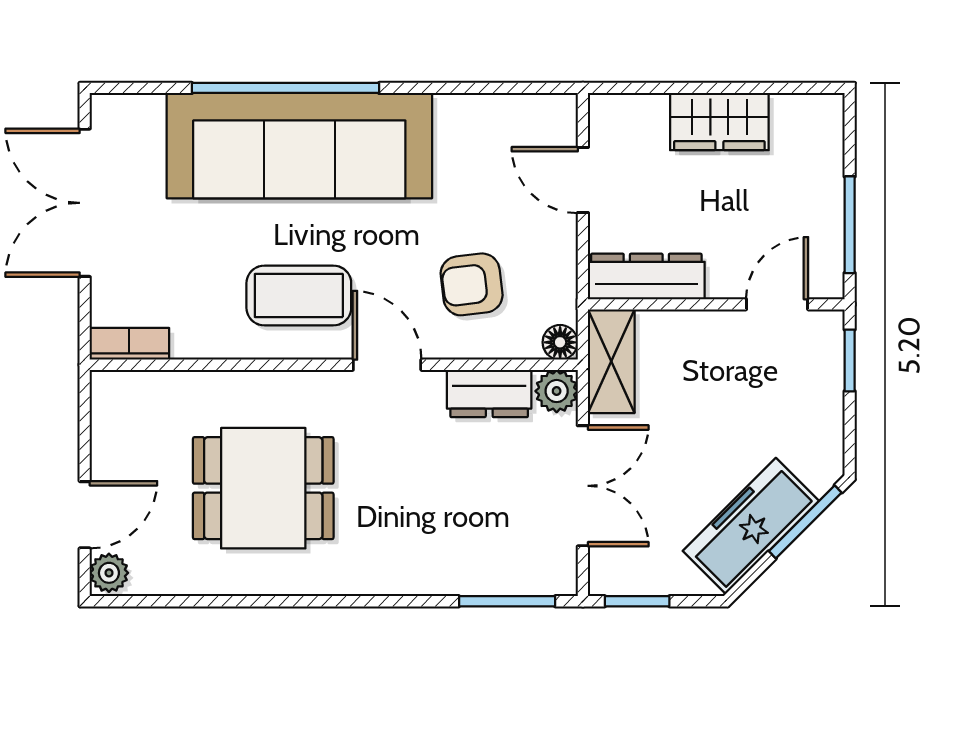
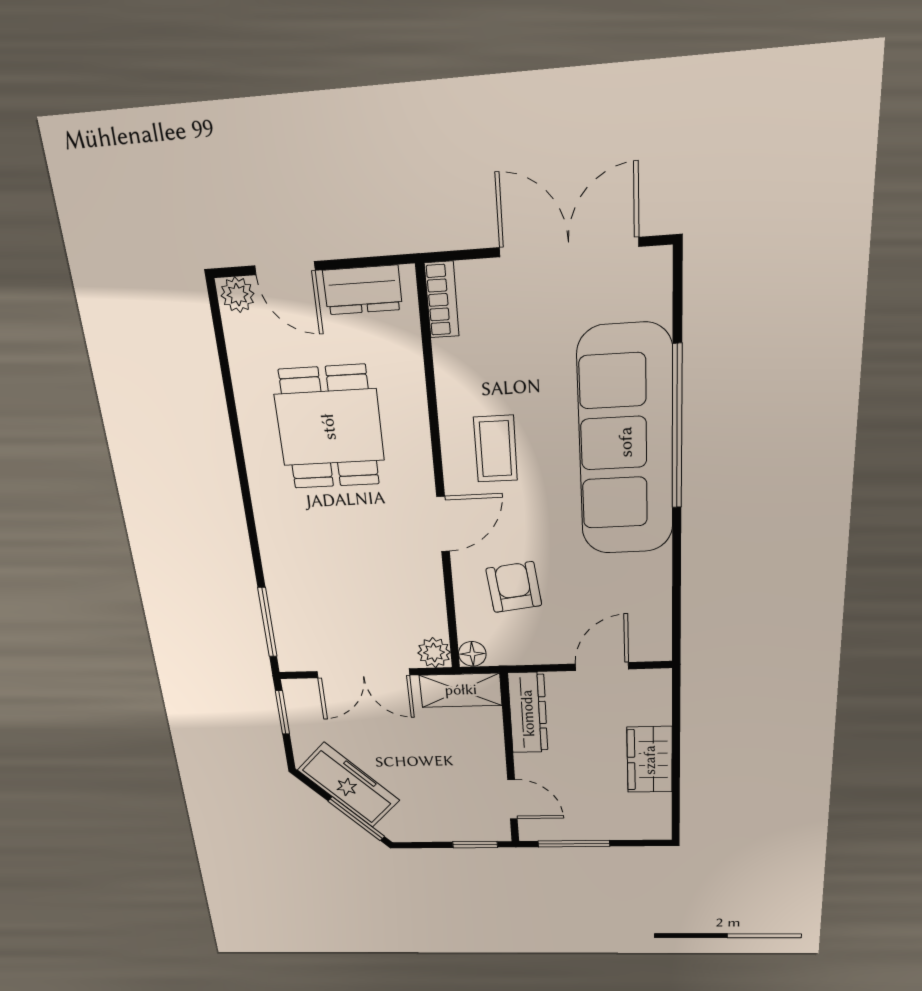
coffee table: (299, 296) -> (496, 449), width x0.73, depth x0.77
dresser: (489, 393) -> (363, 290), moved, turned -90

